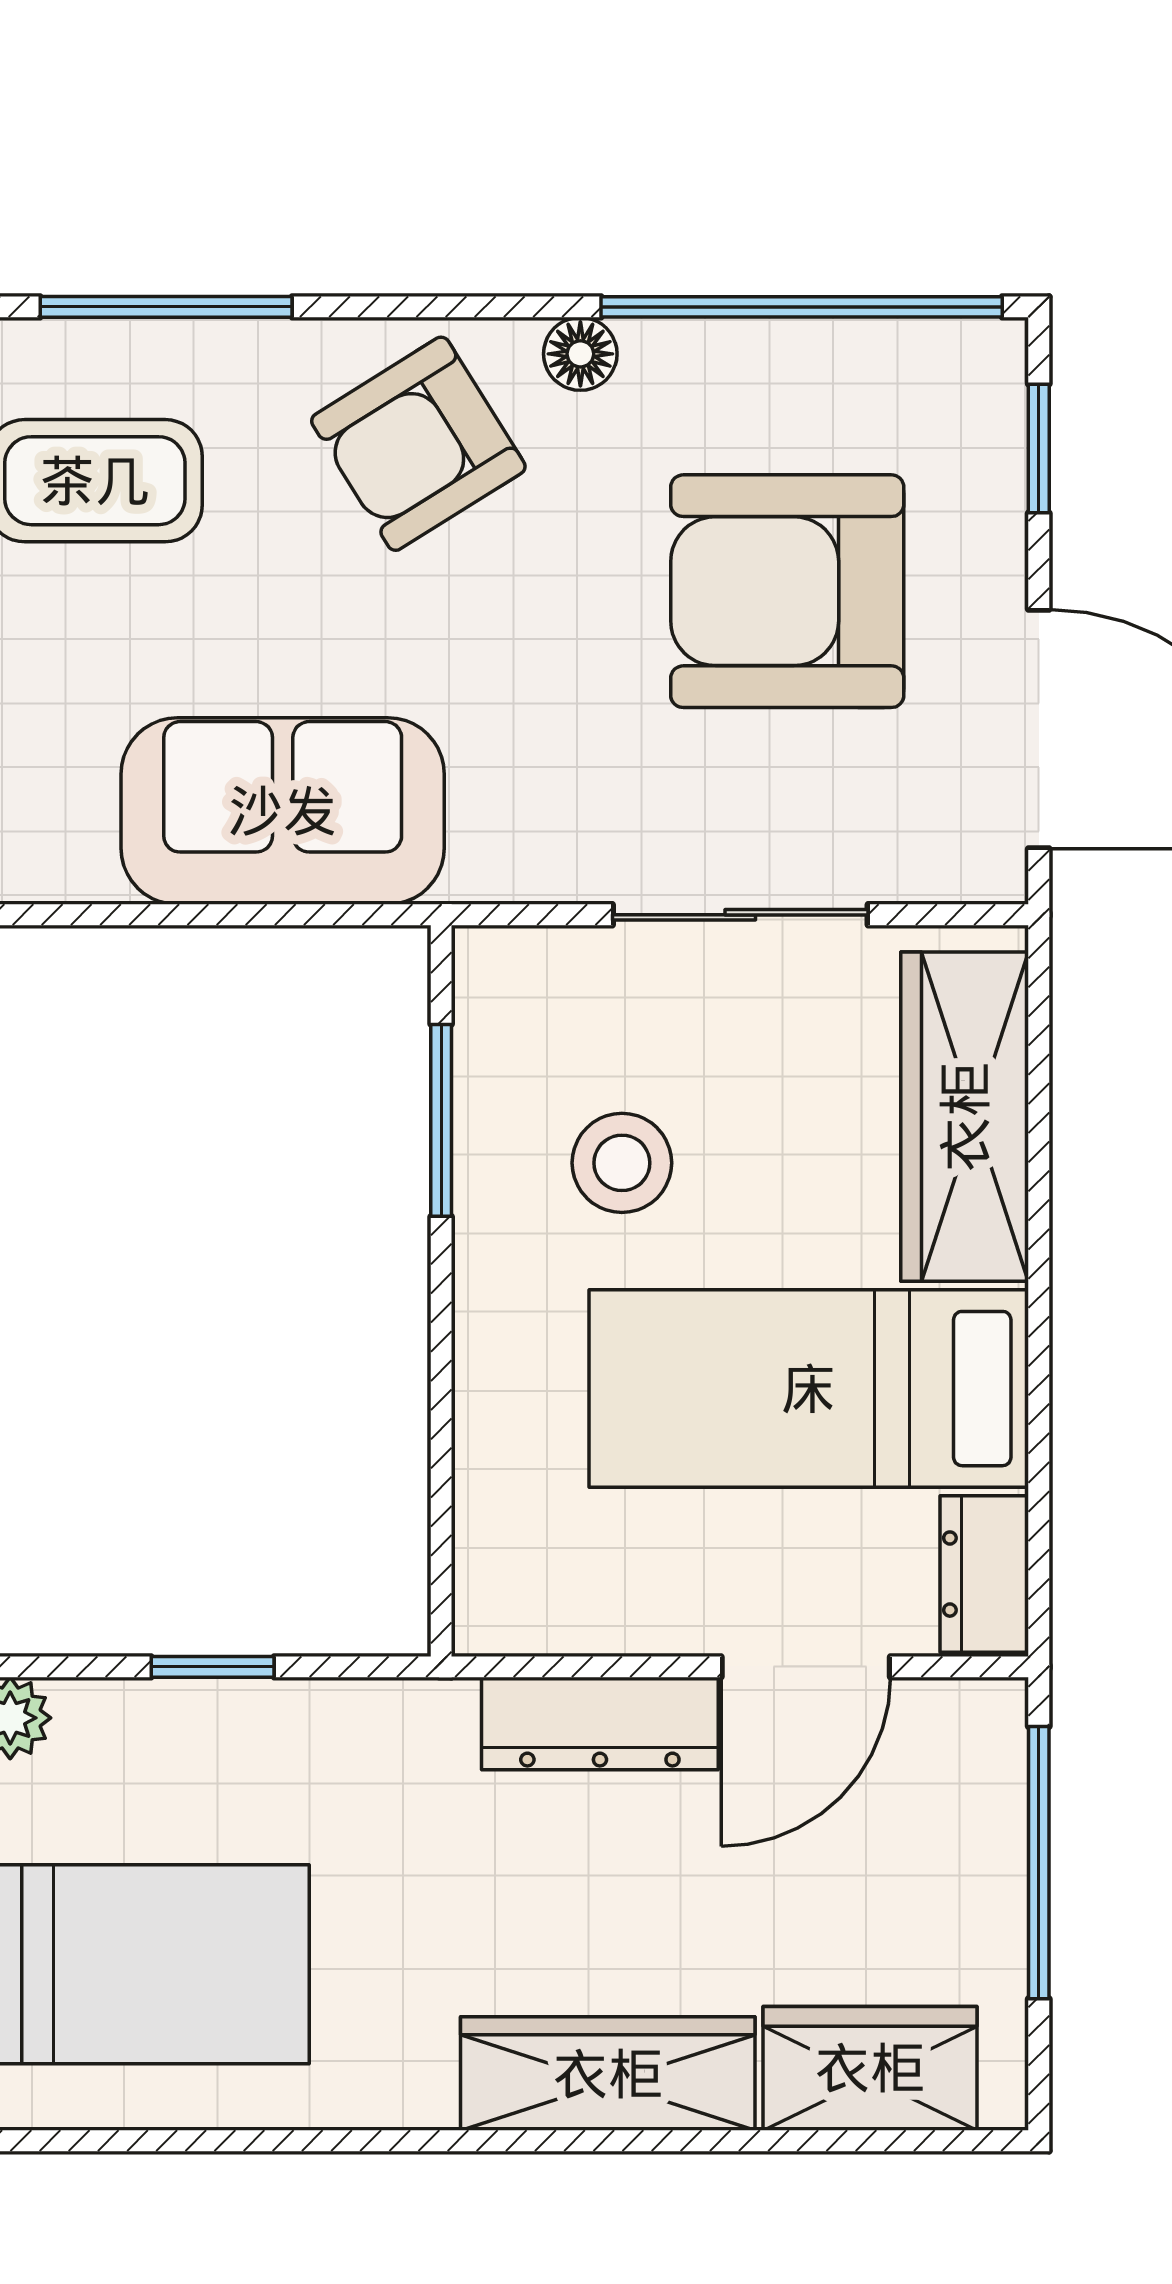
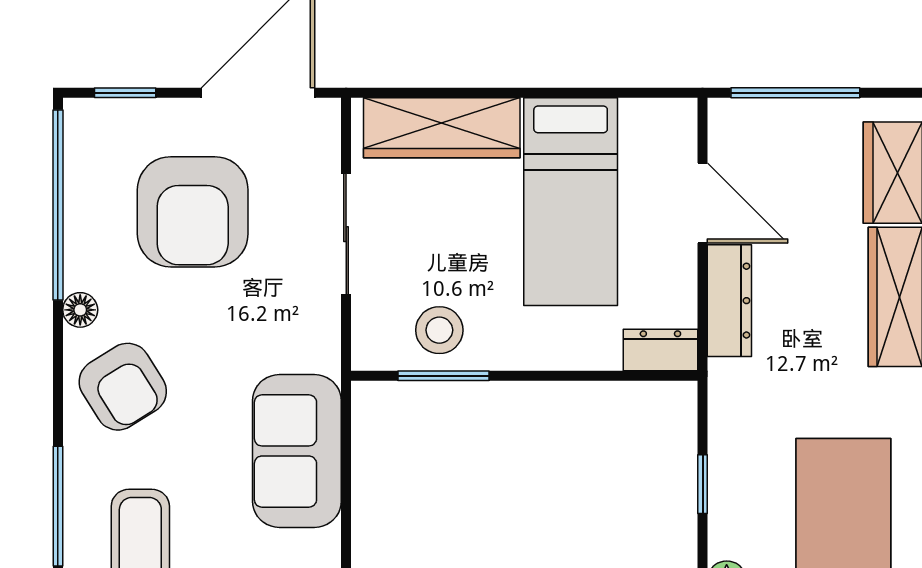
stool: (622, 1163) -> (439, 330), moved
dresser: (984, 1574) -> (660, 350), moved, turned 180

